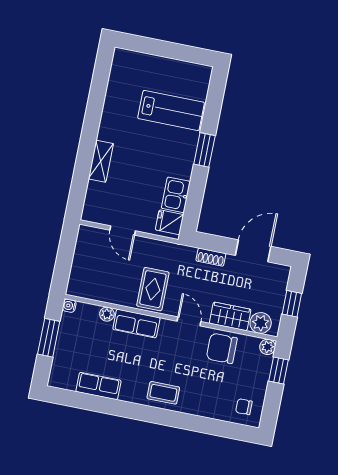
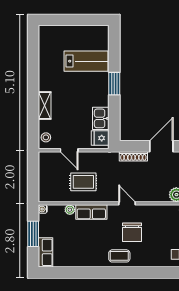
stool: (94, 206) -> (46, 137), added
shoe rack: (211, 257) -> (133, 156), width x1.43
rug: (153, 289) -> (83, 182), moved, turned 90
wardrobe: (230, 316) -> (155, 194), removed
chair: (222, 348) -> (132, 232), moved, turned -90
row of seats: (99, 386) -> (45, 252), moved, turned 90

